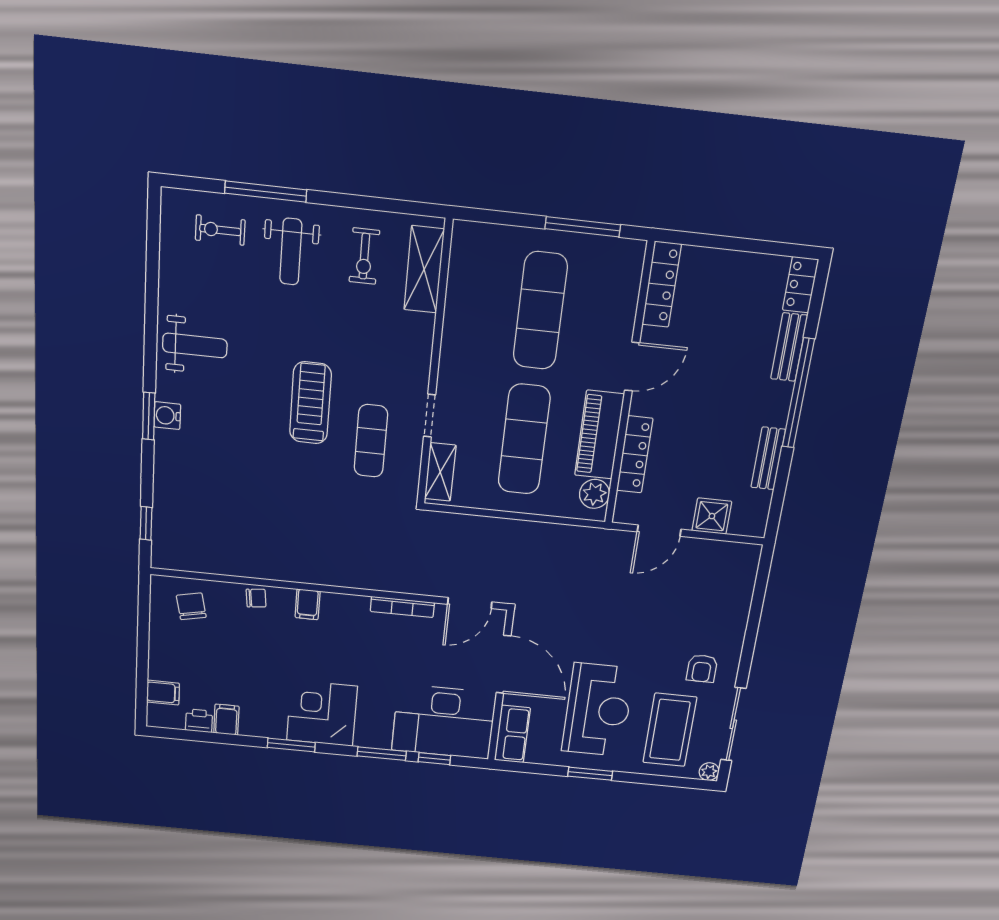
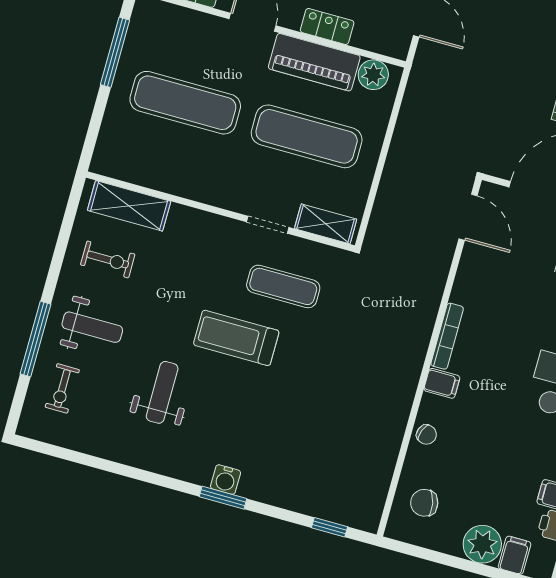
weight bench: (195, 345) -> (162, 392), moved
locker: (635, 455) -> (327, 26), width x0.66
chair: (256, 598) -> (426, 435), turned 117
bookcase: (402, 607) -> (447, 336), moved
plant: (166, 663) -> (482, 544), added

